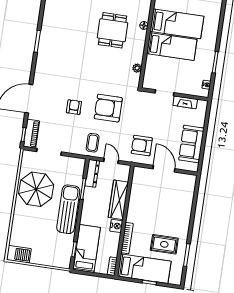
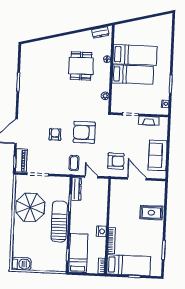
armchair: (142, 146) -> (116, 161), turned 180
wardrobe: (118, 200) -> (101, 209), removed
rug: (164, 244) -> (151, 213), moved

